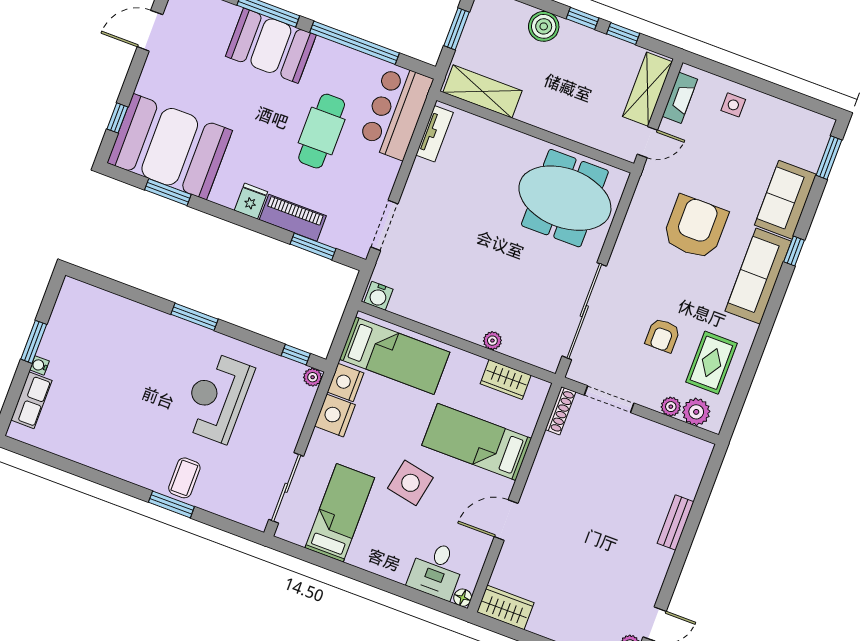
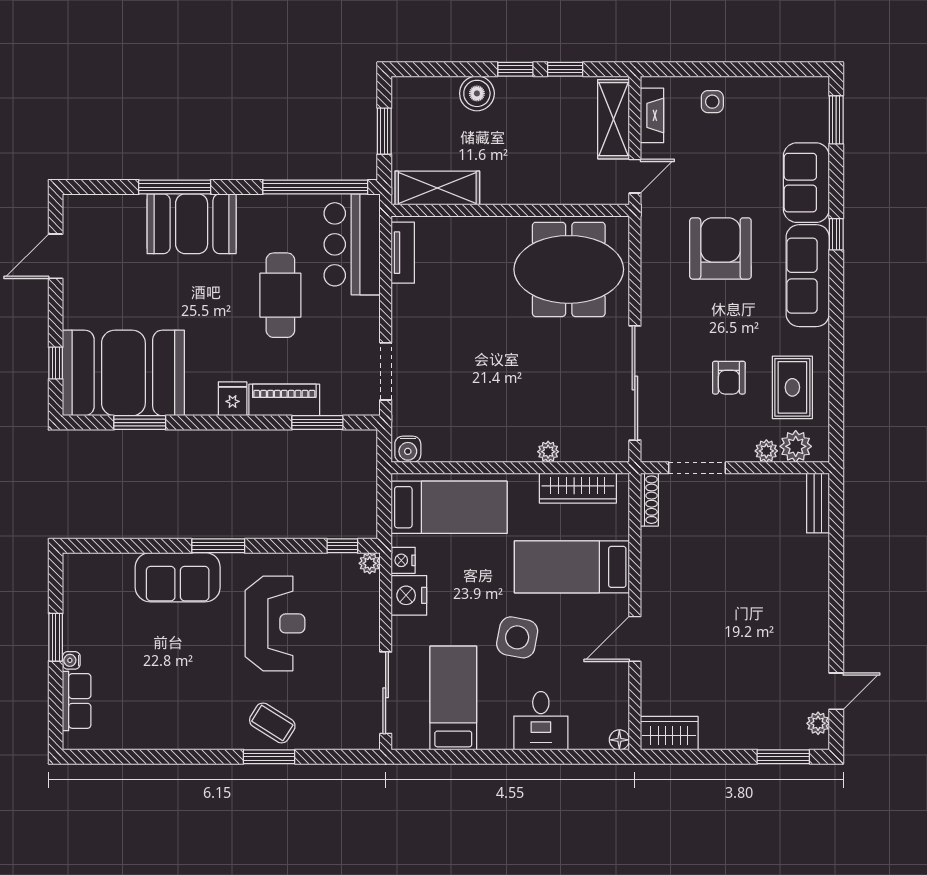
window: (354, 43) -> (315, 187), moved
sofa: (152, 330) -> (178, 577), added
wardrobe: (506, 379) -> (578, 488), width x1.50
nightstand: (346, 382) -> (403, 560), width x0.74, depth x0.75
reception desk: (217, 397) -> (275, 623), turned 180
coffee table: (184, 478) -> (272, 723), turned -58
bench: (676, 522) -> (818, 503), moved
desk: (436, 570) -> (541, 721), moved

